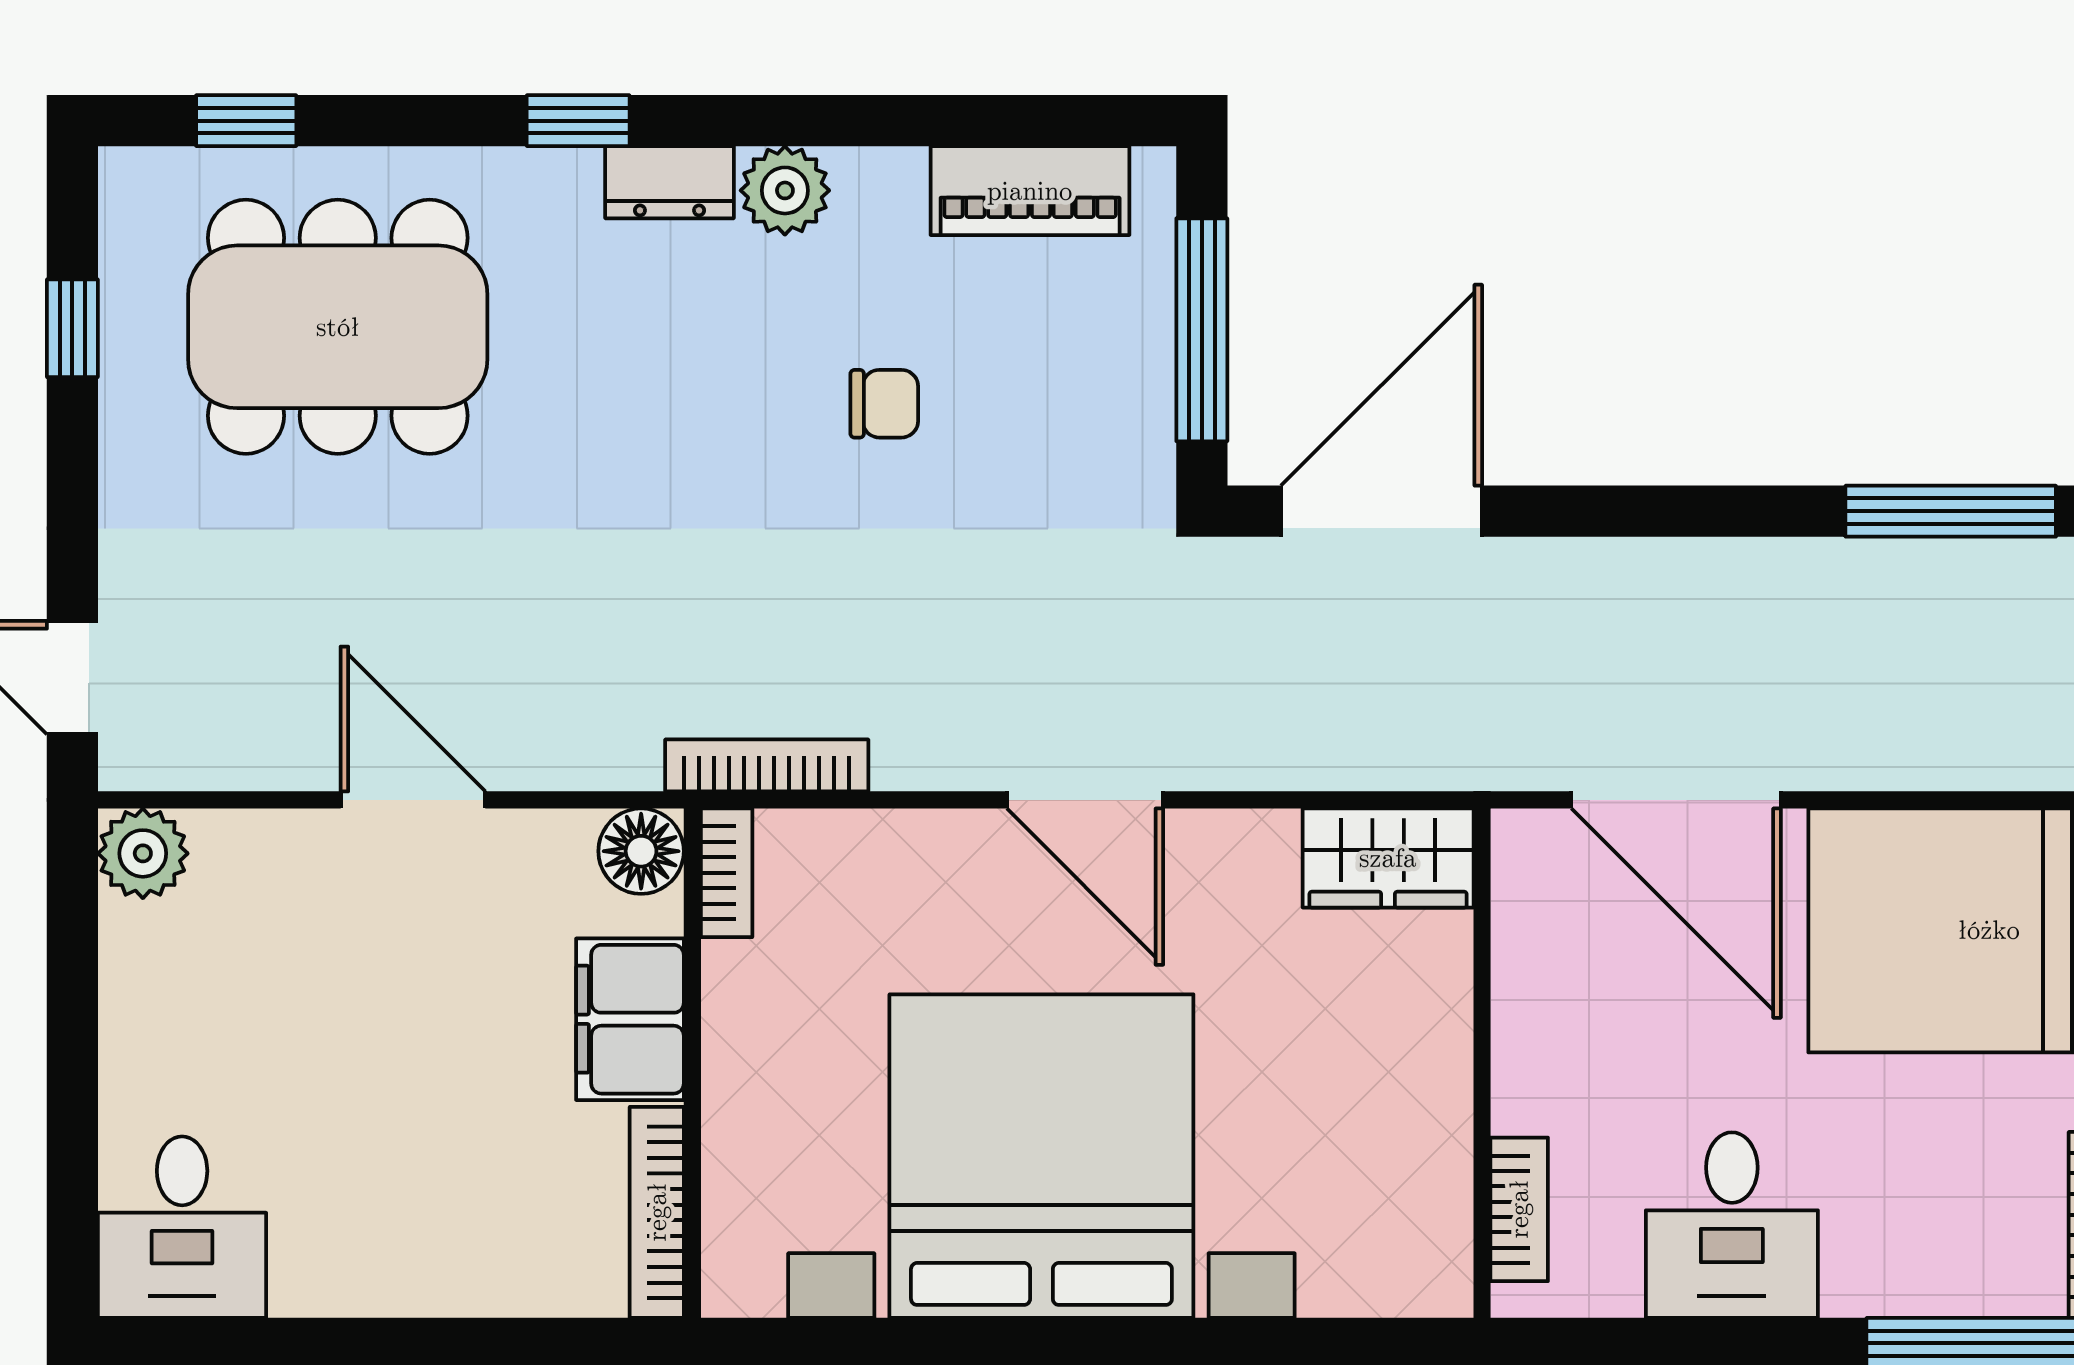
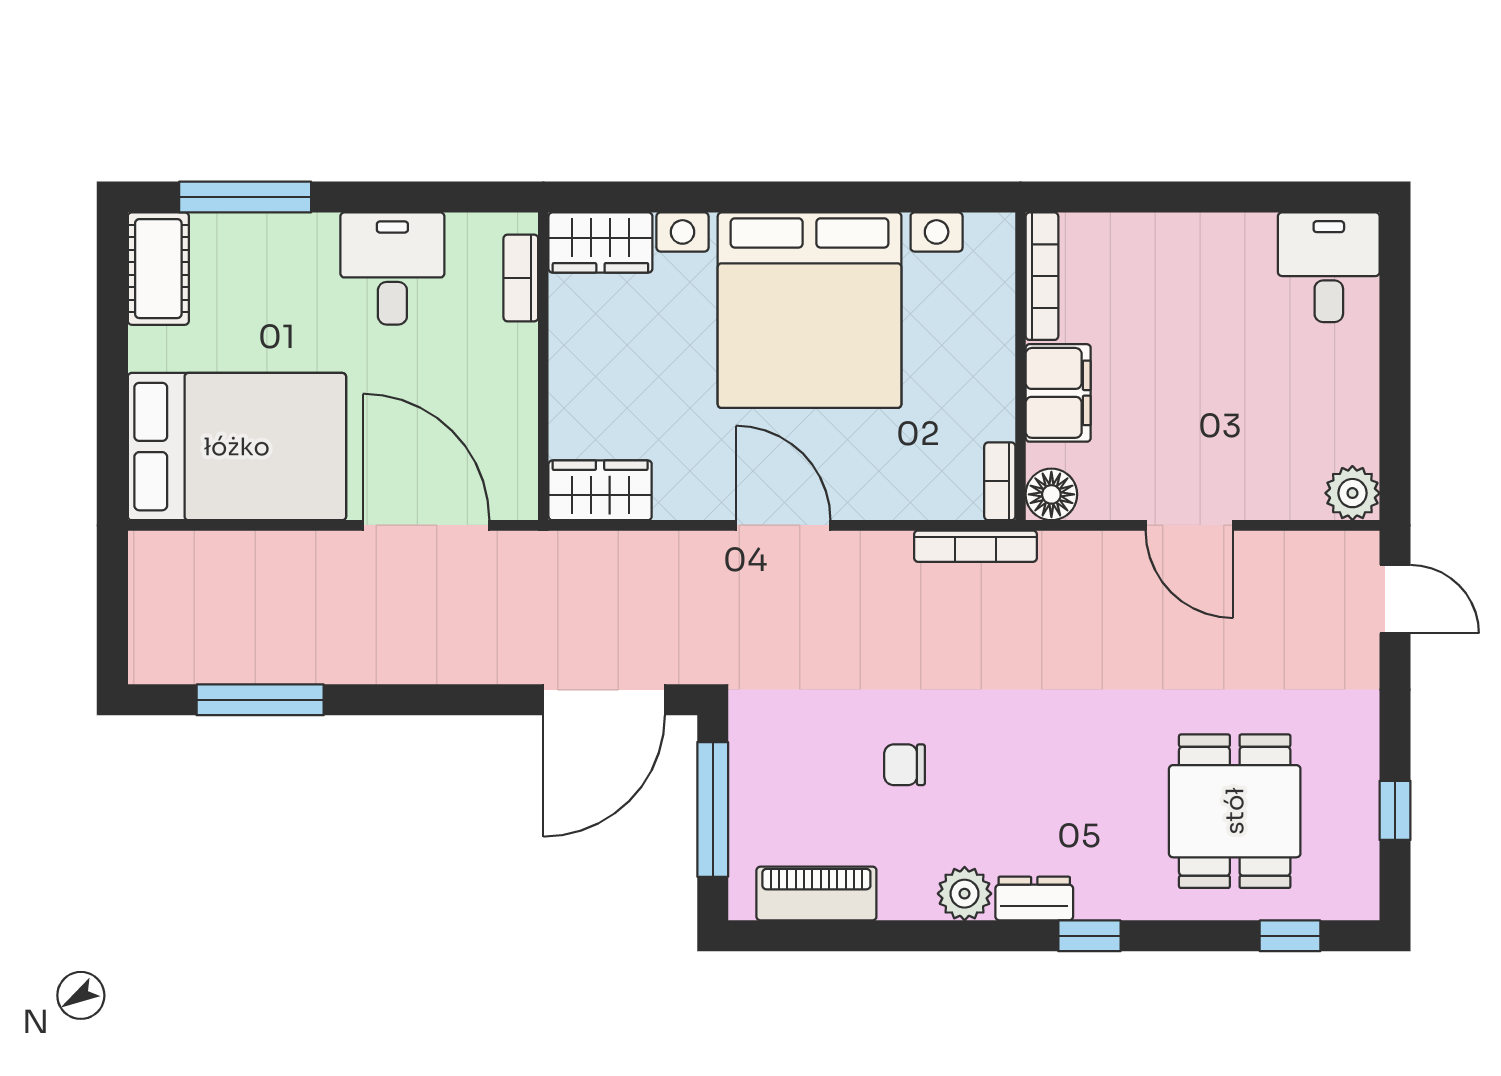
dining table: (338, 327) -> (1235, 811), width x0.73
wardrobe: (1388, 1268) -> (600, 243), added

